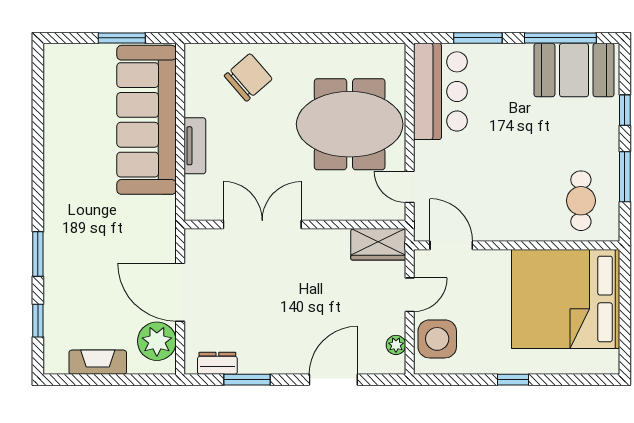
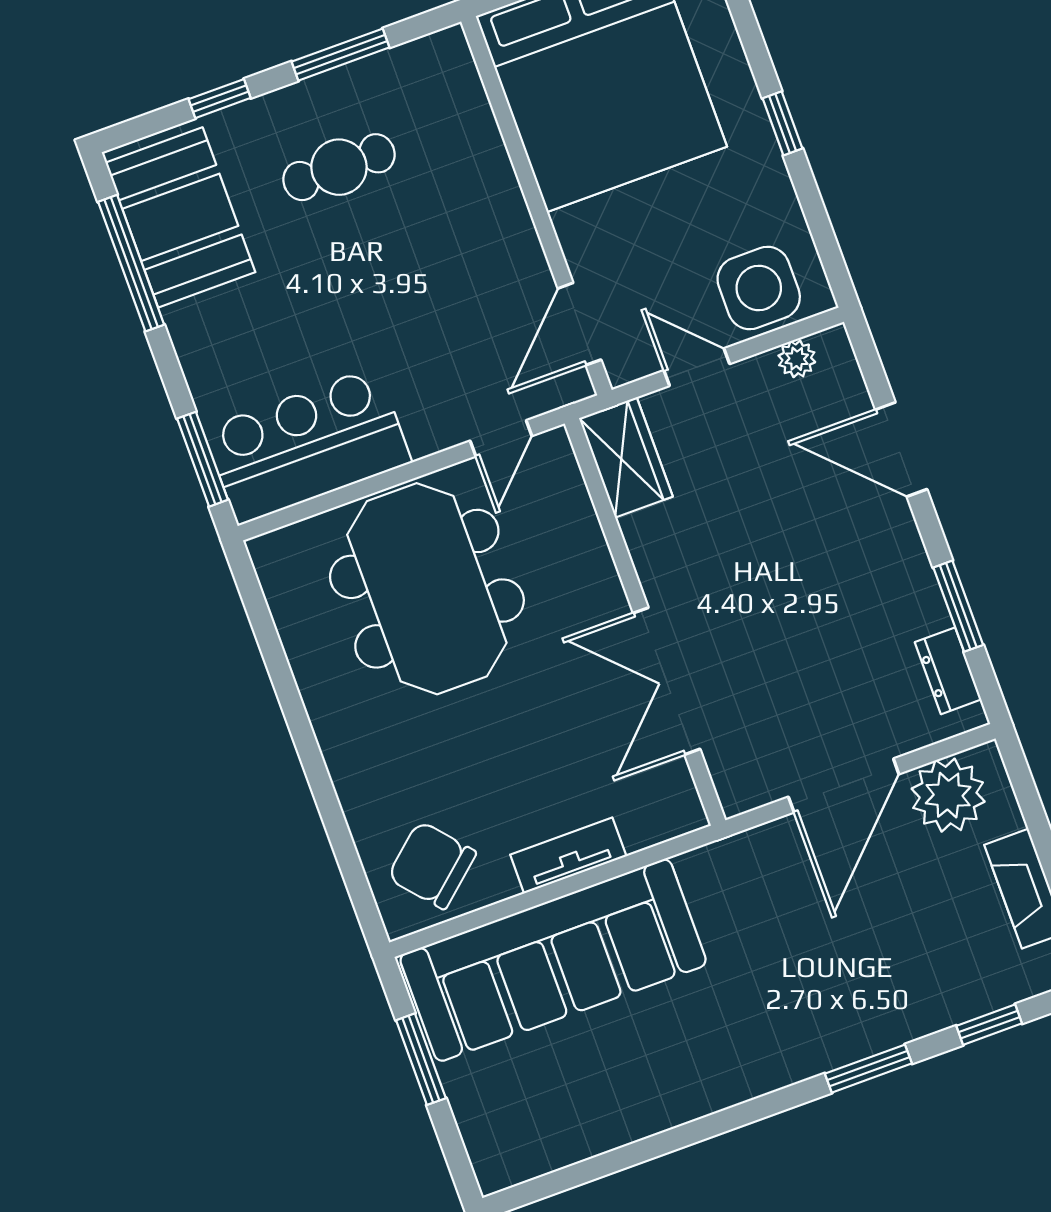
window: (478, 38) -> (203, 459), moved
chair: (248, 77) -> (432, 865), moved
cafe table: (581, 201) -> (339, 167), moved

